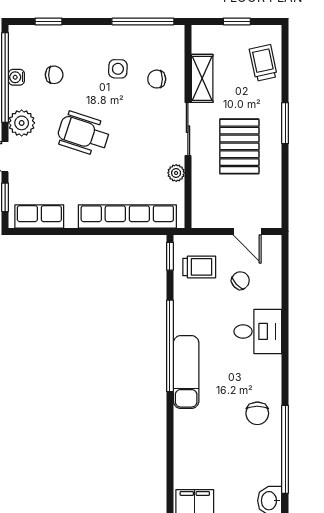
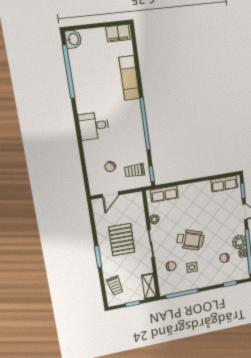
shelving: (202, 78) -> (149, 286), moved
plant: (22, 123) -> (240, 242), moved
wheelchair: (83, 134) -> (190, 240), moved
row of seats: (127, 216) -> (164, 194), width x0.50
door: (247, 231) -> (110, 195), swing flipped
desk: (258, 331) -> (94, 126), moved
exam couch: (186, 372) -> (129, 78), moved
chair: (257, 413) -> (89, 91), removed

